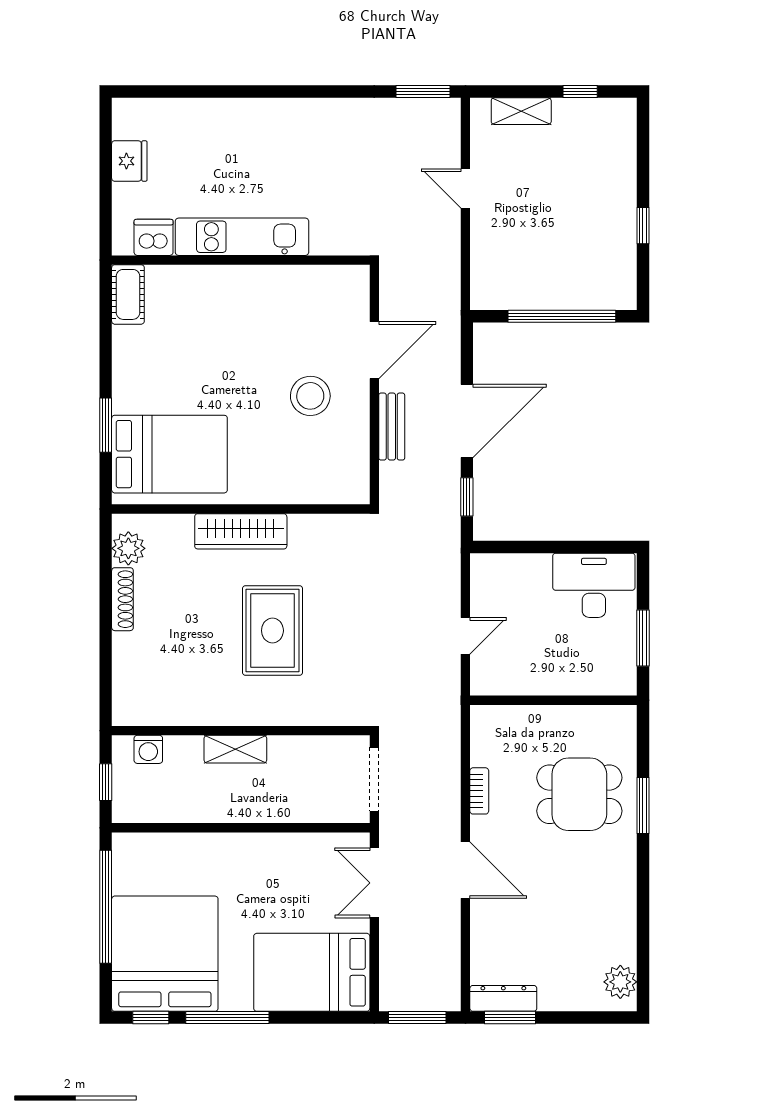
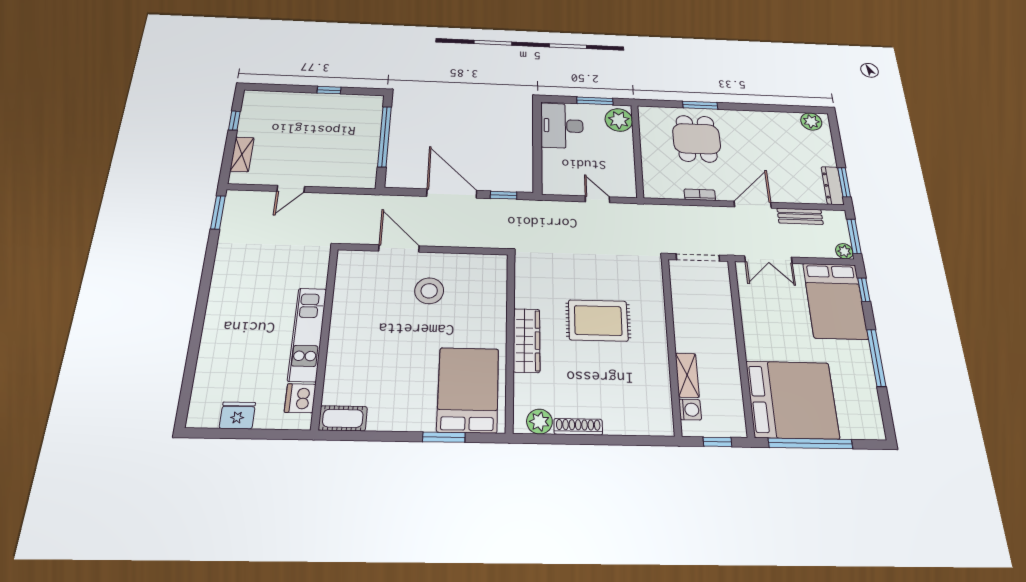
bench: (392, 427) -> (800, 216), moved
plant: (609, 674) -> (619, 120), added
shelving: (235, 749) -> (687, 375), moved
bed: (165, 954) -> (792, 400), moved, turned 180
plant: (392, 999) -> (844, 251), added
window: (151, 1018) -> (864, 290), moved

